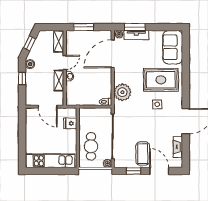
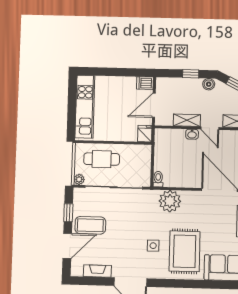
dishwasher: (30, 114) -> (145, 83), added
fridge: (70, 123) -> (145, 134), moved

